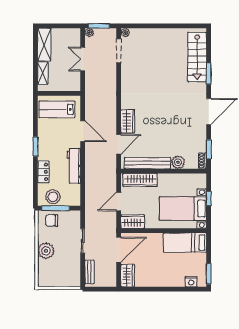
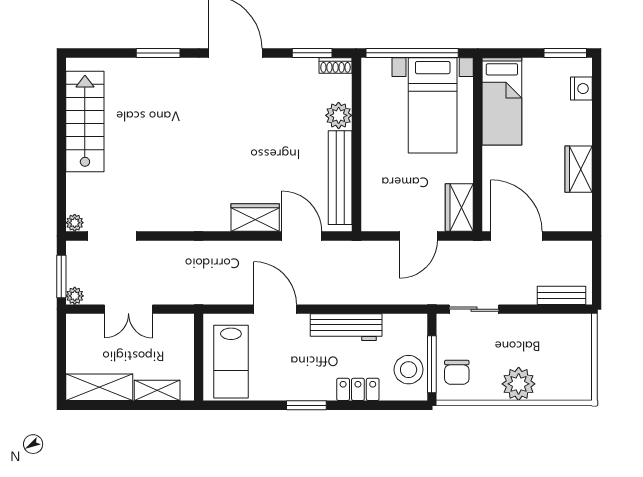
stairs: (197, 57) -> (85, 121), moved, turned -90
door: (83, 131) -> (275, 309), hinge flipped
wardrobe: (140, 180) -> (374, 193), removed
window: (209, 198) -> (412, 53), width x3.17
door: (119, 202) -> (418, 236), hinge flipped
sliding door: (83, 241) -> (474, 309), moved
wardrobe: (128, 276) -> (579, 169), moved, turned -90

